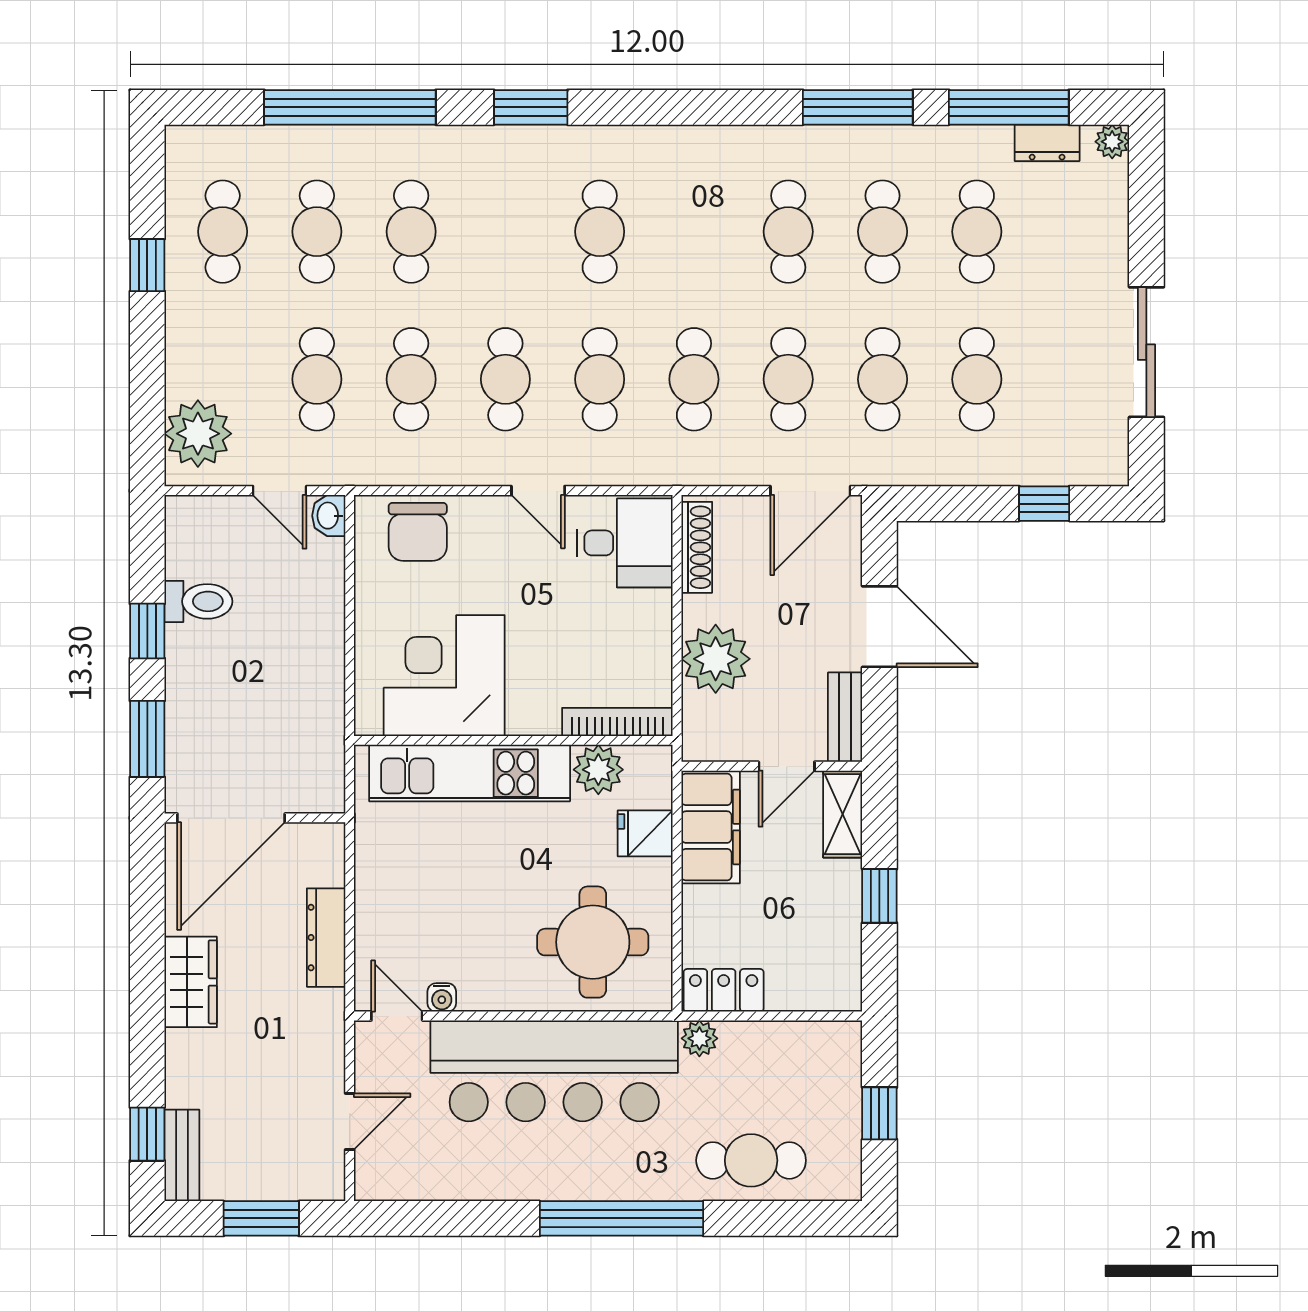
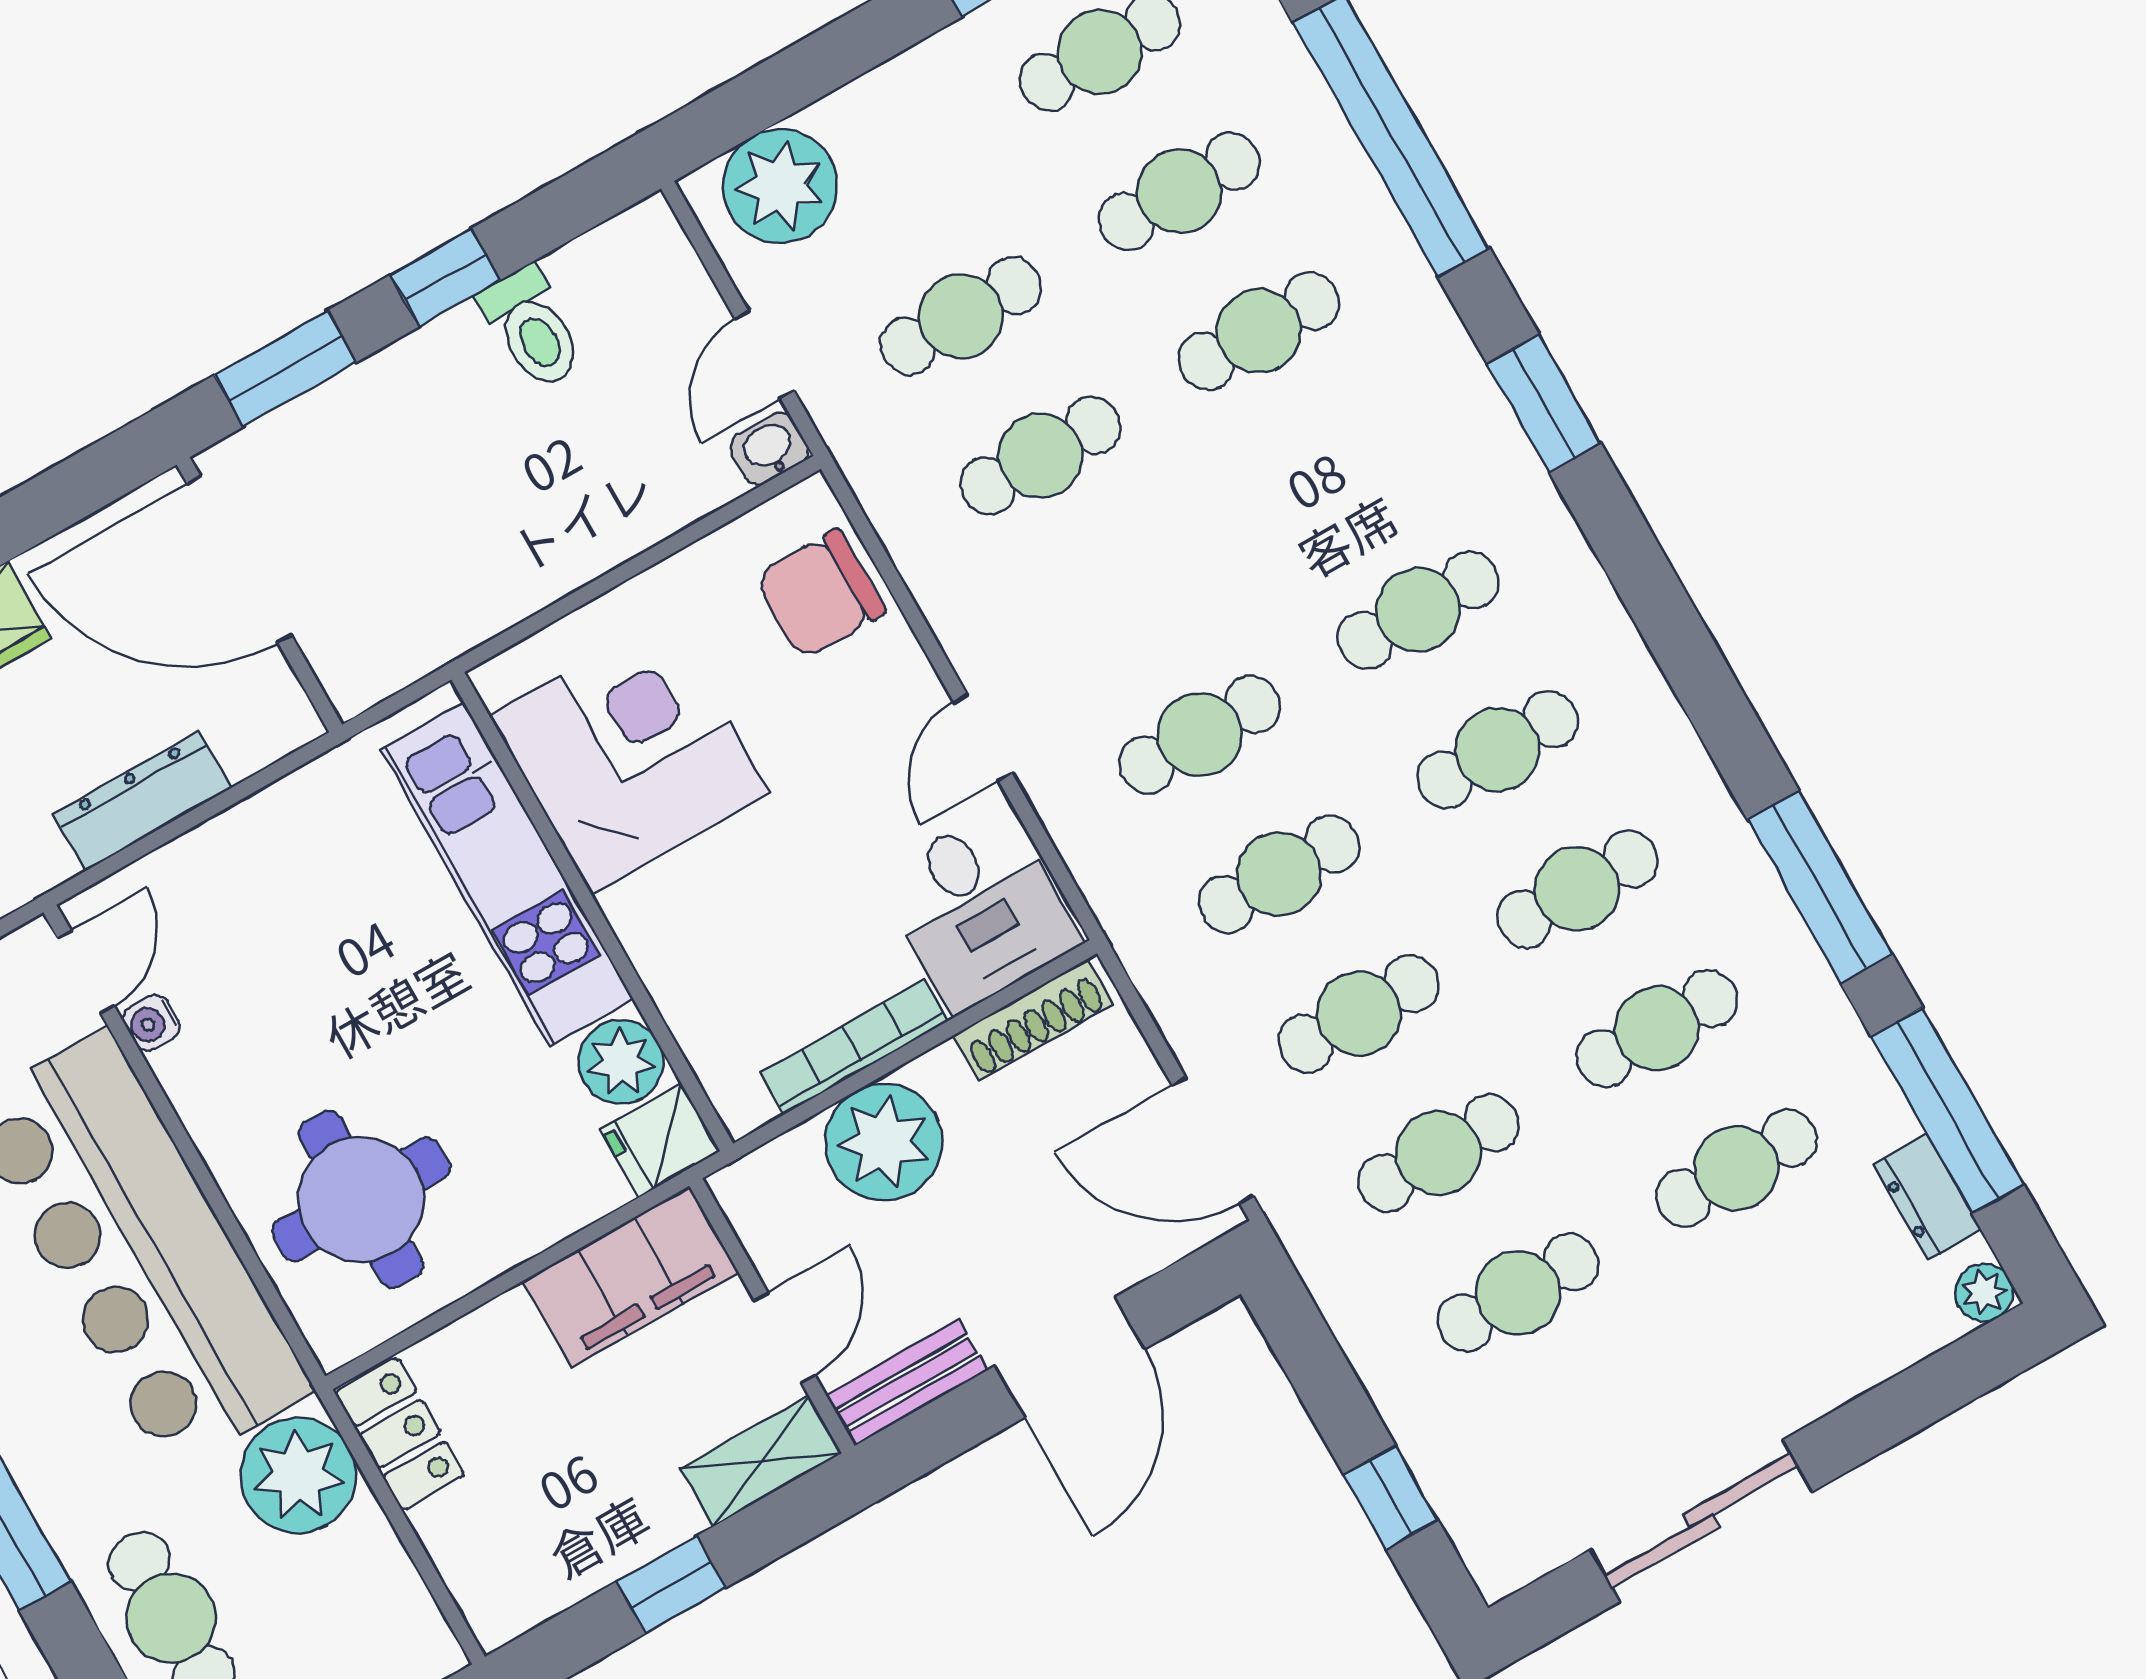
cafe table: (505, 379) -> (1498, 749), moved
bookcase: (617, 722) -> (854, 1047), moved, turned -90
door: (787, 766) -> (785, 1338), swing flipped
fridge: (645, 833) -> (660, 1140), moved, turned -90
plant: (699, 1038) -> (298, 1475), width x1.87, depth x1.87

